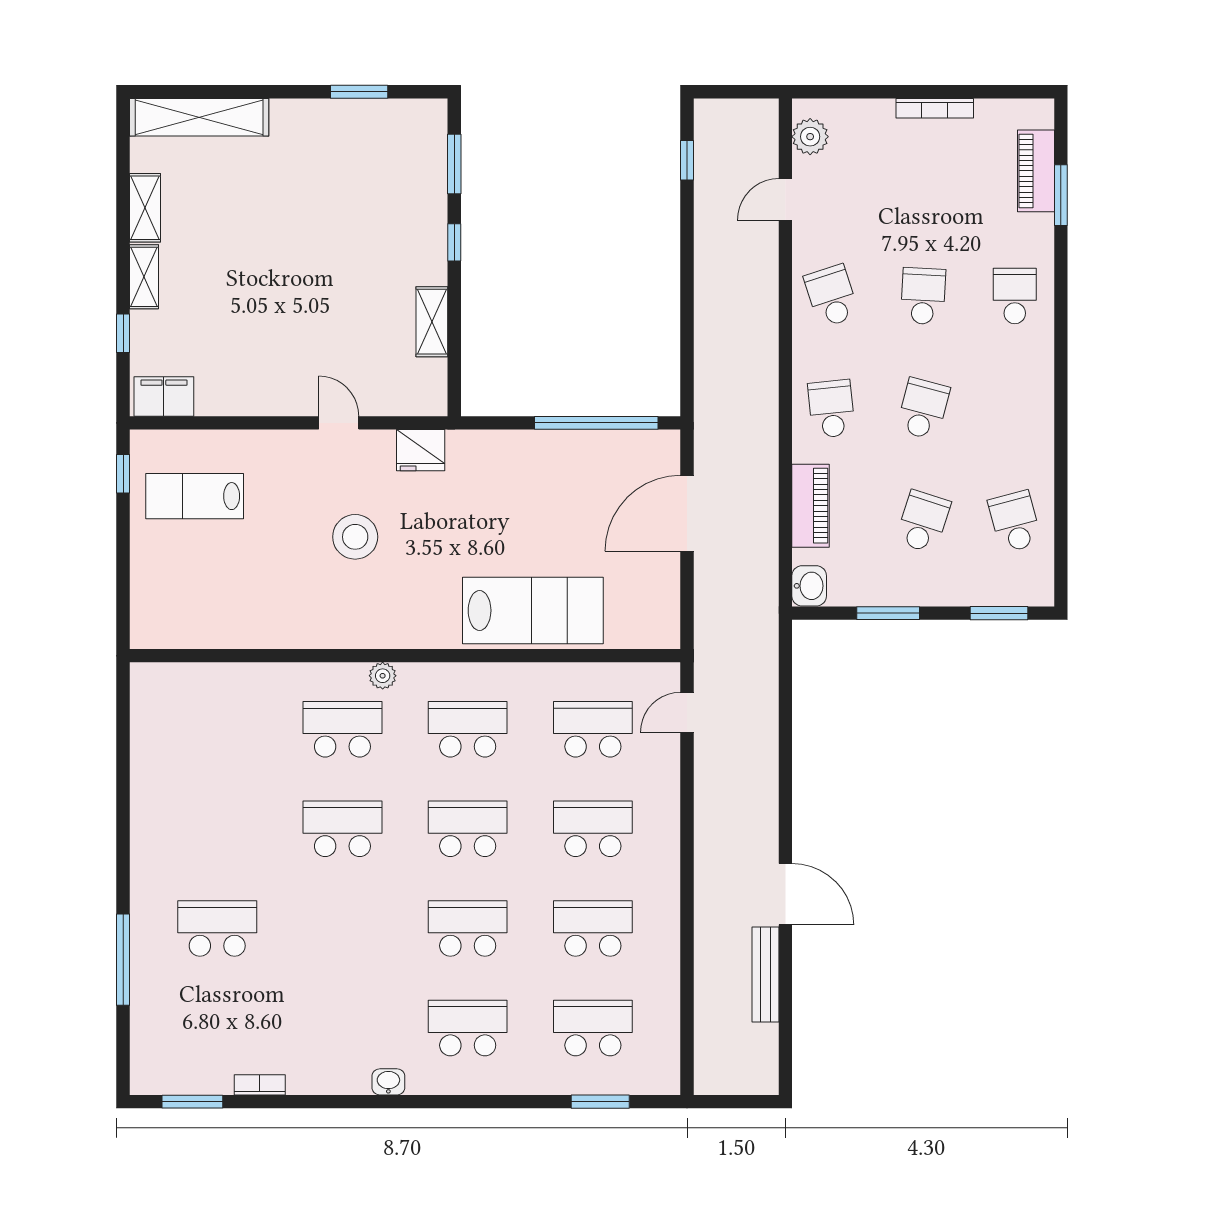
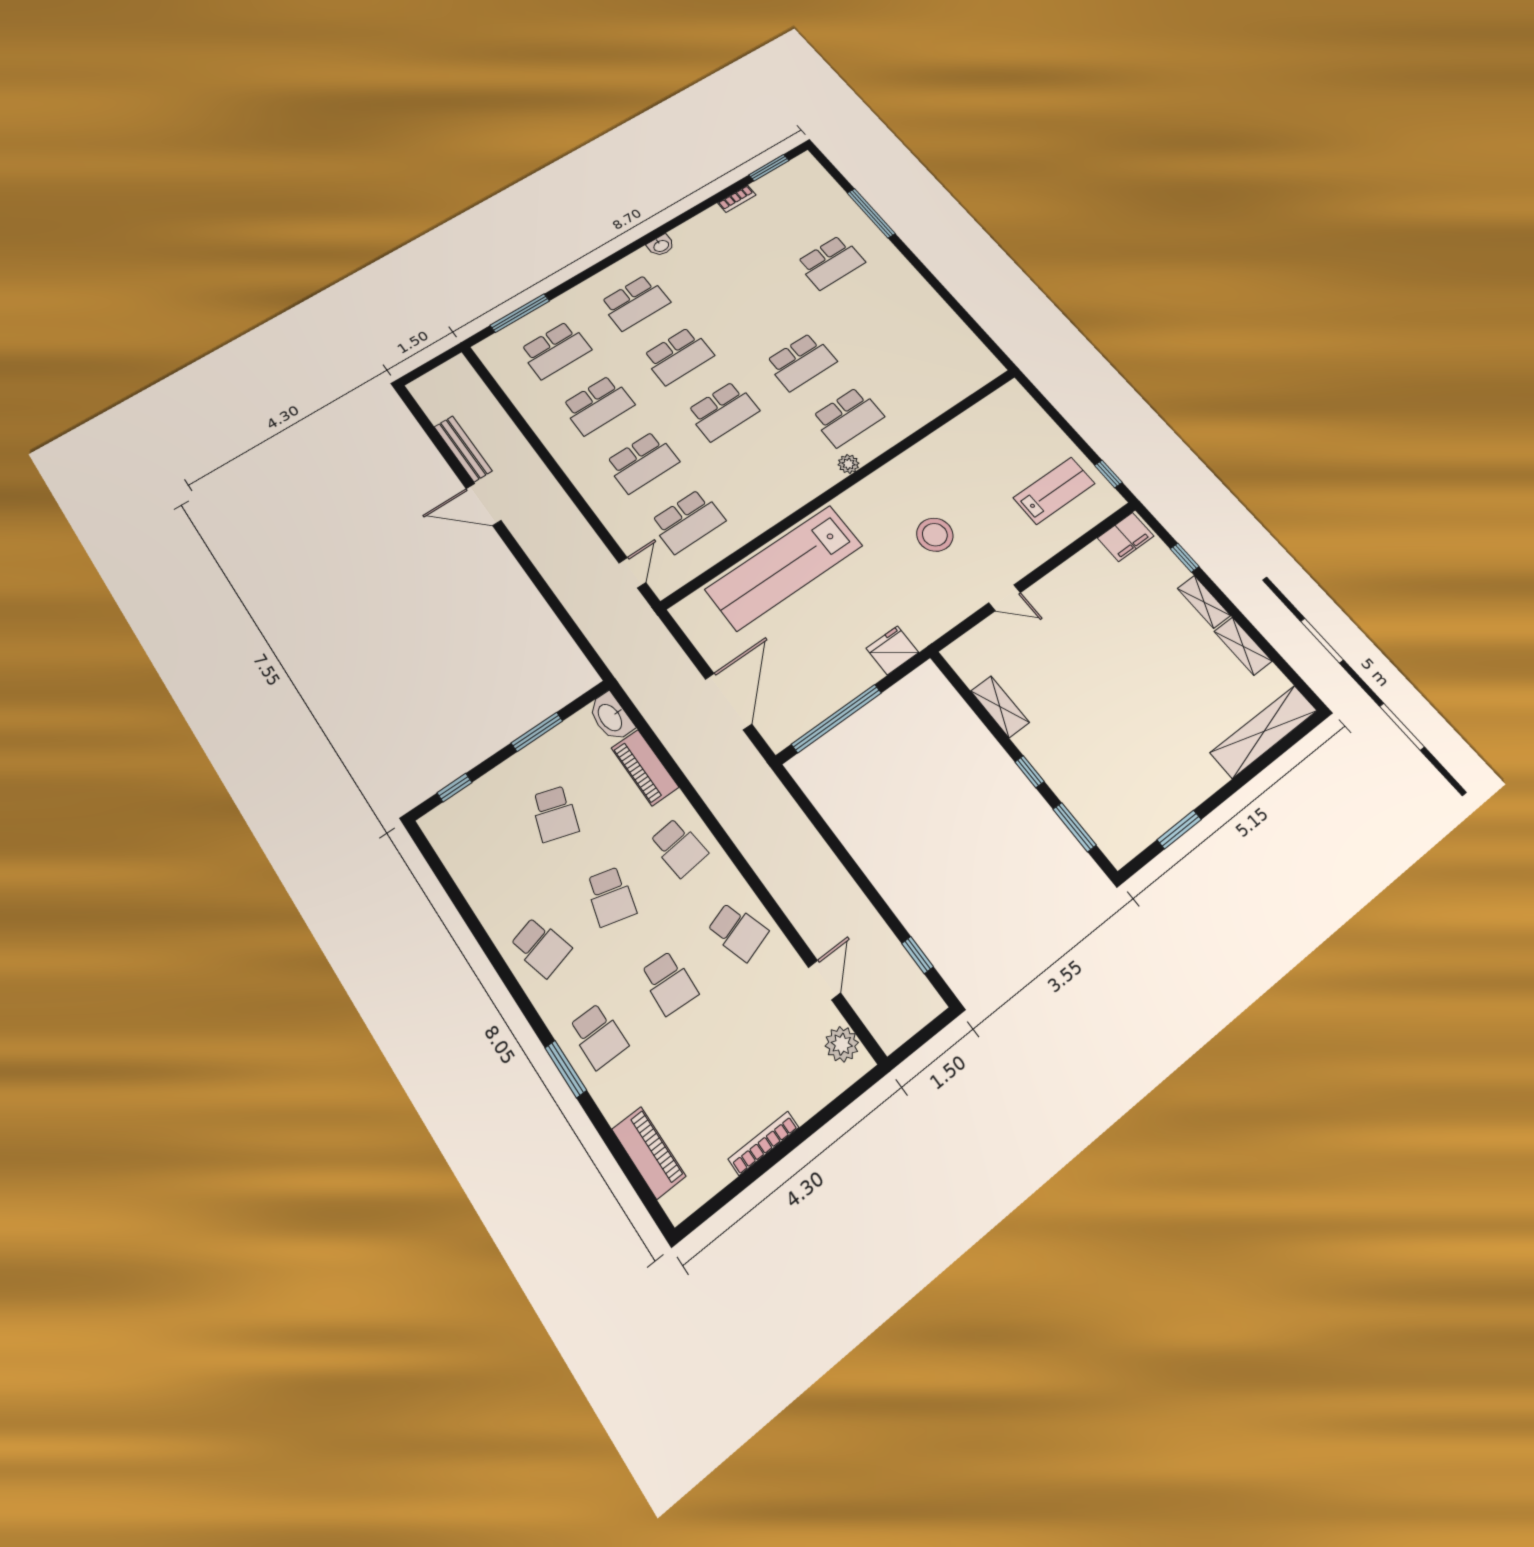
window: (1061, 195) -> (566, 1069), moved
fridge: (421, 450) -> (892, 650), moved
school desk: (1015, 522) -> (541, 947), moved
washbasin: (809, 586) -> (611, 717), width x1.38
lab bench: (533, 610) -> (784, 567), width x1.36
window: (999, 613) -> (454, 788), width x0.67
school desk: (468, 729) -> (769, 468), removed
window: (600, 1102) -> (520, 313), width x1.44

